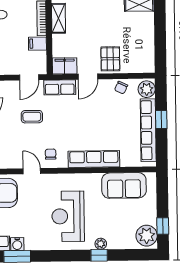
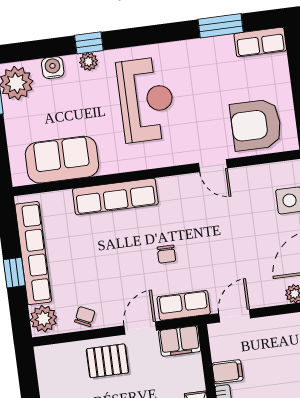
pallet: (110, 59) -> (107, 361), turned 90
coffee table: (32, 117) -> (223, 253), removed
chair: (51, 154) -> (166, 254), moved
water cooler: (17, 244) -> (53, 68), moved

